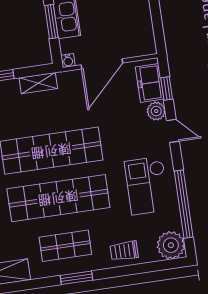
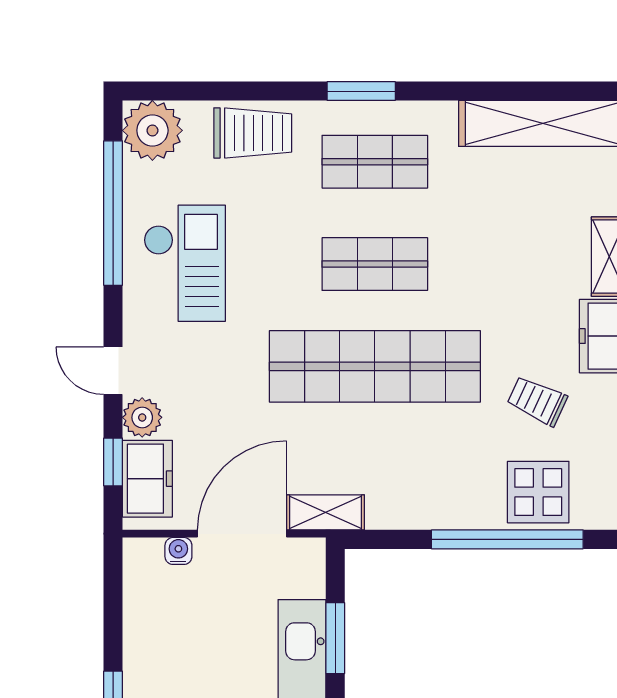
water cooler: (68, 61) -> (178, 551), moved
shelving: (38, 83) -> (326, 512), moved
shop shelf: (58, 198) -> (375, 264), width x0.50, depth x0.74
trolley: (124, 251) -> (253, 133), width x1.36, depth x1.39

